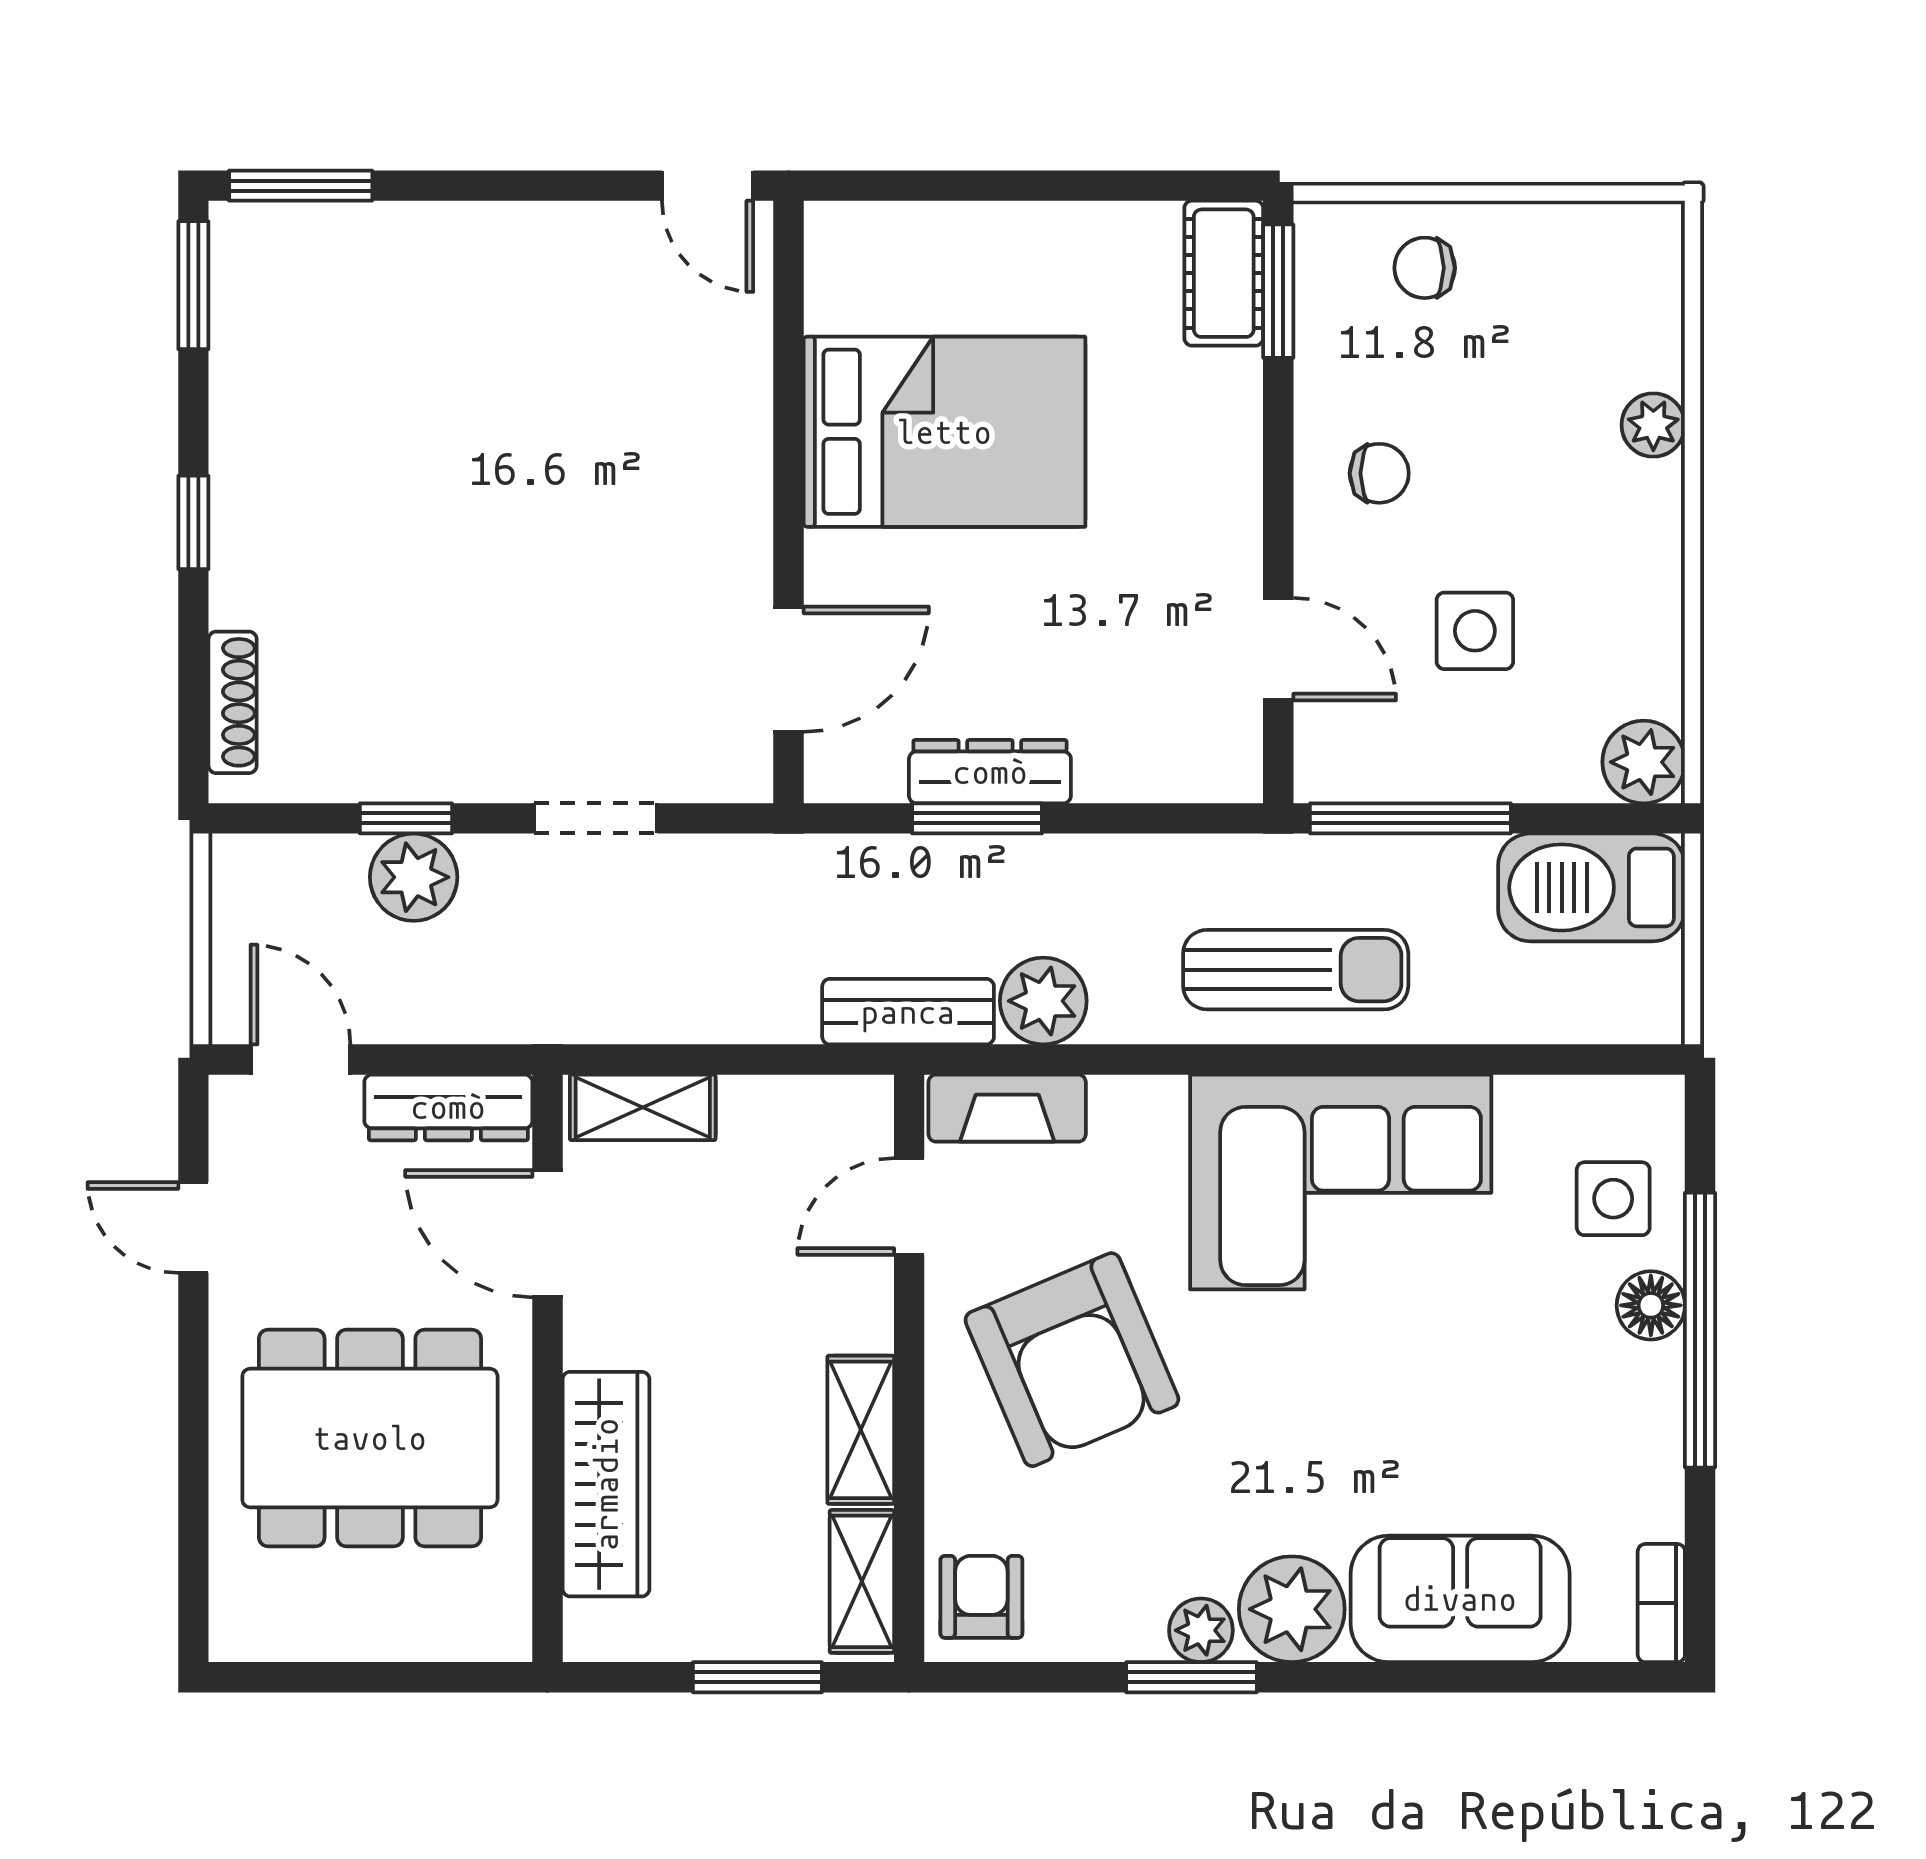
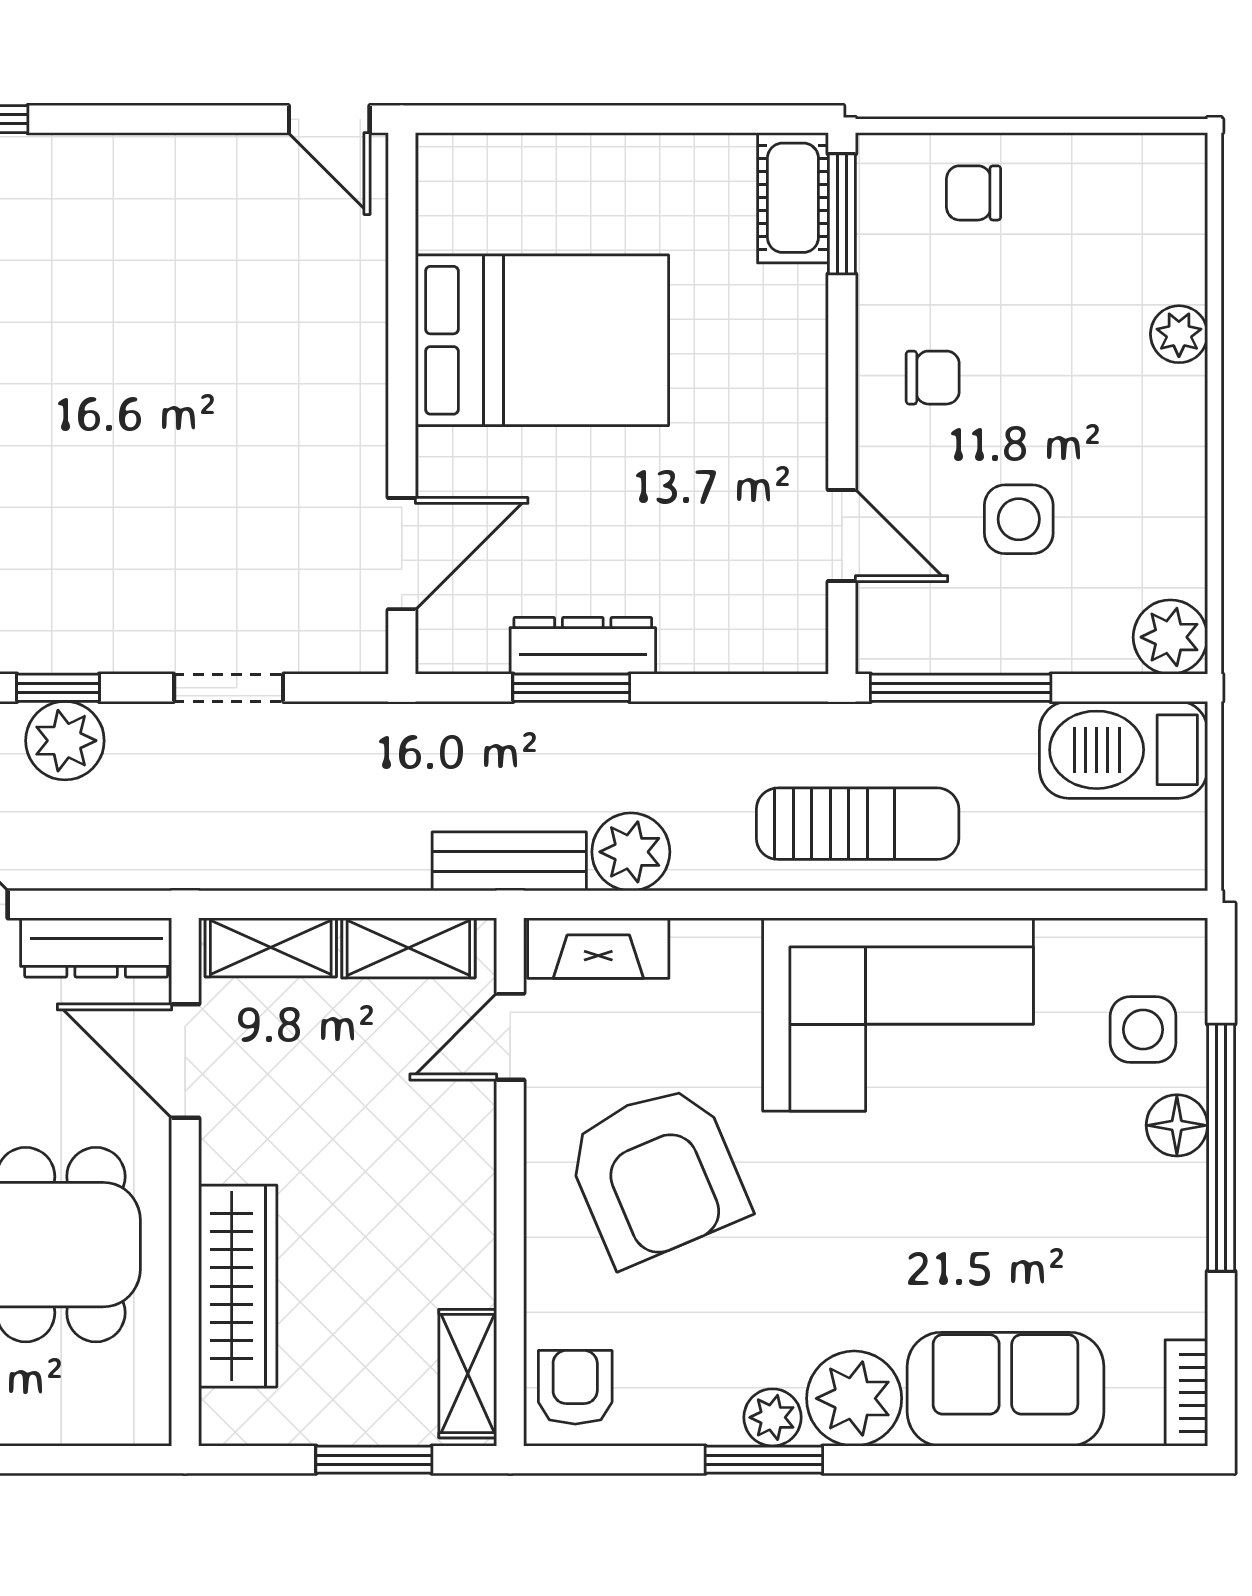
shelving: (861, 1430) -> (408, 948), moved, turned 90

